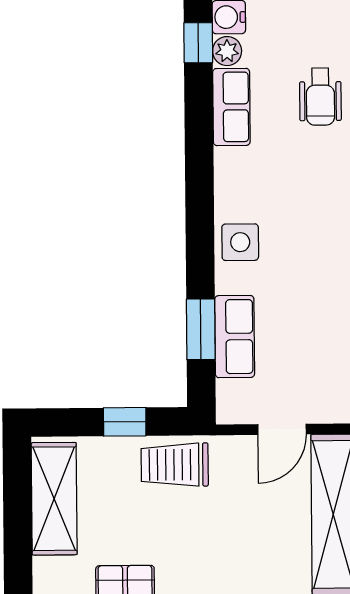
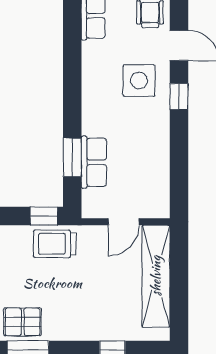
side table: (240, 242) -> (139, 81), moved, width x1.37, depth x1.37
window: (125, 422) -> (44, 216), moved

